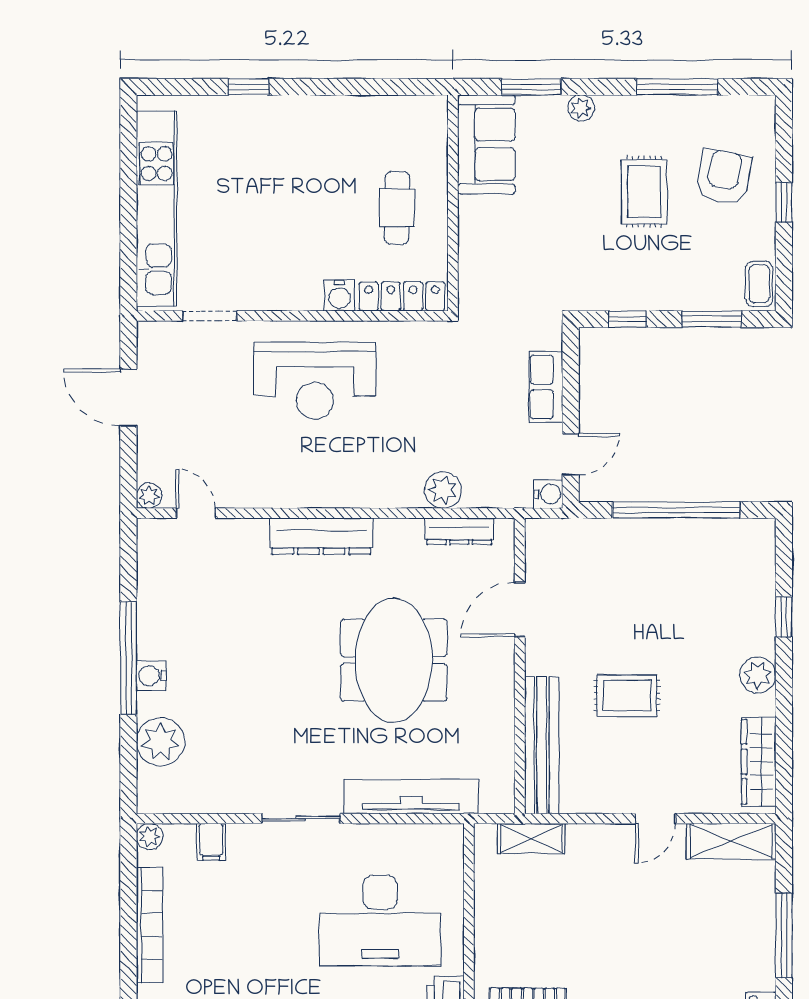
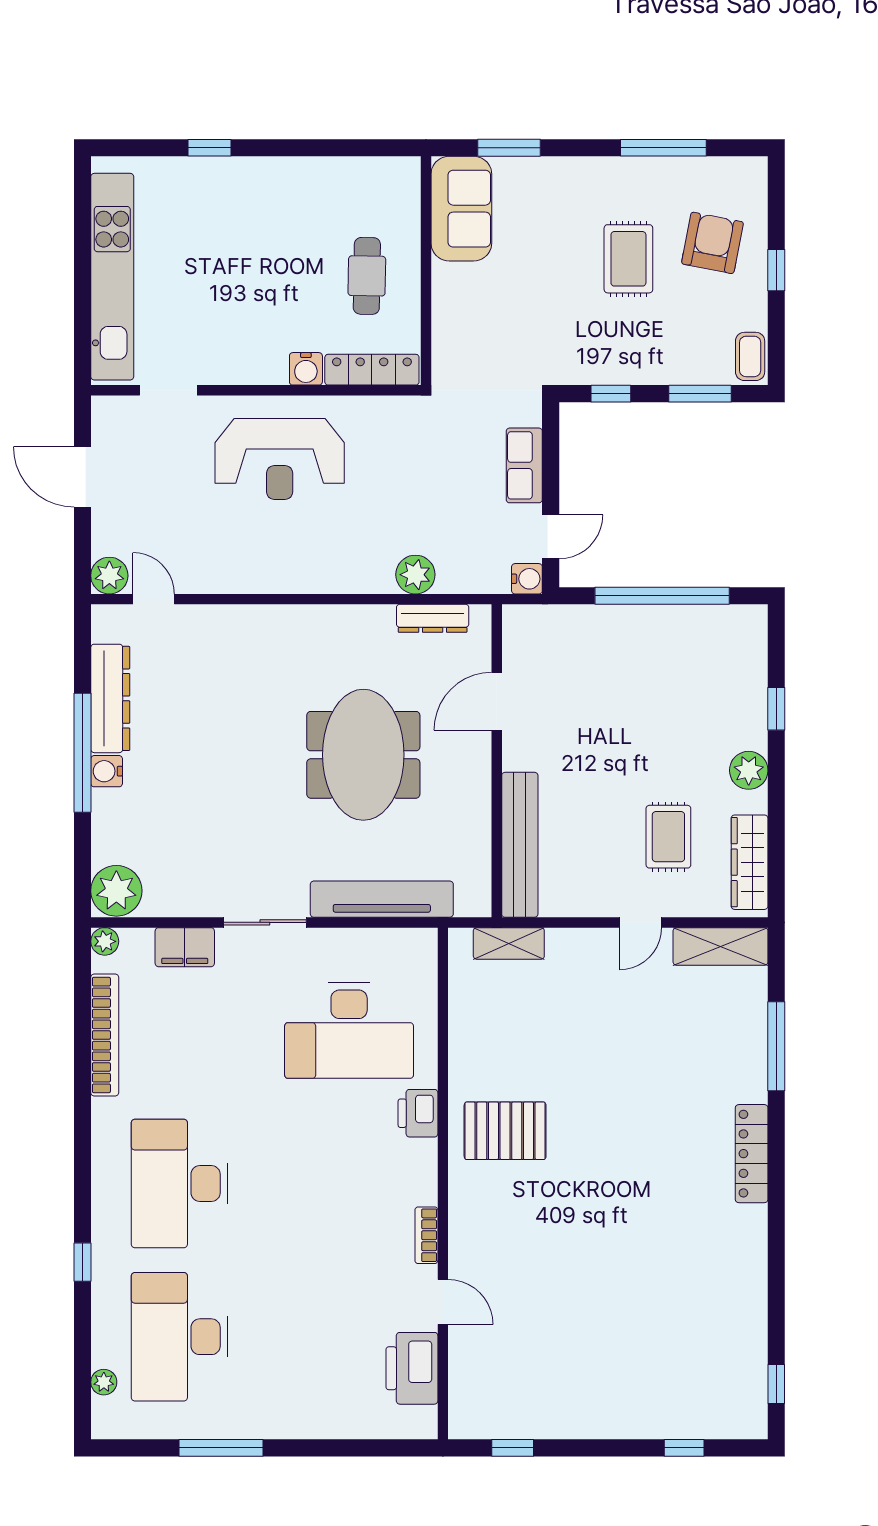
plant: (581, 108) -> (562, 170), removed
plant: (149, 496) -> (109, 576), width x1.38, depth x1.38
dresser: (321, 536) -> (110, 698), moved, turned -90
rug: (627, 696) -> (668, 837), moved, turned 90
plant: (160, 742) -> (116, 891), moved
filing cabinet: (211, 842) -> (185, 947), width x2.00

